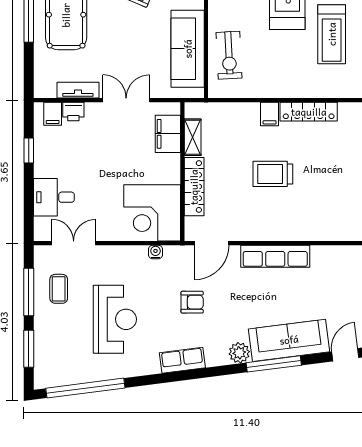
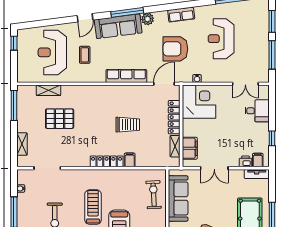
tv unit: (78, 90) -> (257, 174), moved
coffee table: (59, 289) -> (85, 55), moved
armchair: (192, 302) -> (175, 49), width x1.88, depth x1.88

